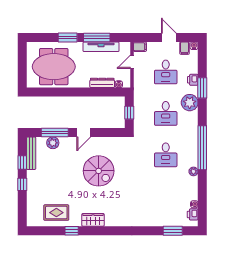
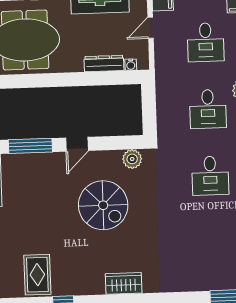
window: (129, 113) -> (149, 110), removed
plant: (53, 143) -> (132, 159), moved
rug: (56, 213) -> (37, 275), turned 90
wardrobe: (93, 220) -> (124, 283), moved

